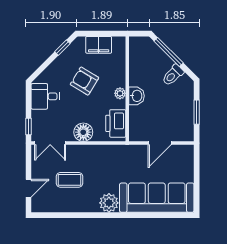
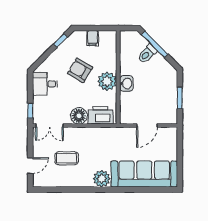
filing cabinet: (99, 45) -> (93, 38), width x0.50
toilet: (173, 75) -> (147, 54), moved
plant: (120, 93) -> (107, 81), width x1.88, depth x1.88
printer: (116, 123) -> (100, 115), moved, turned 90

